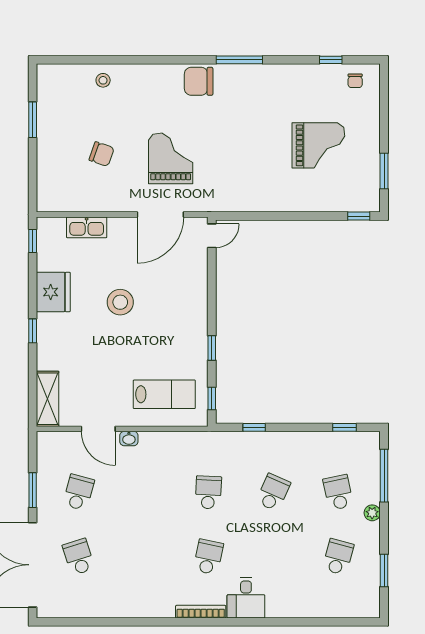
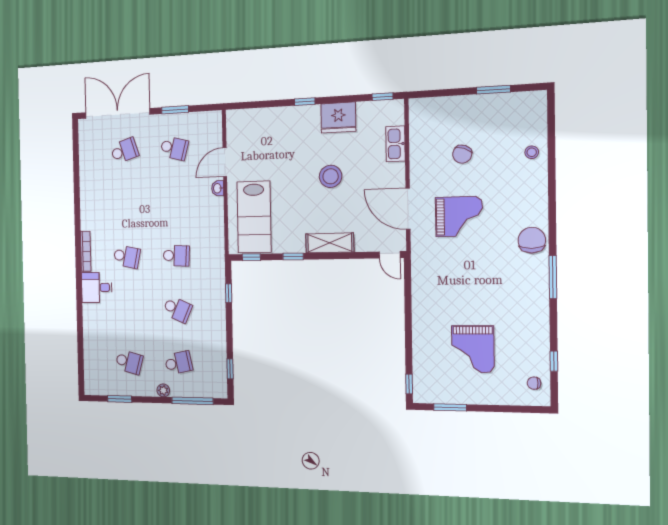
lab bench: (164, 394) -> (254, 217), width x1.36, depth x1.39
shelving: (48, 399) -> (330, 243), moved

